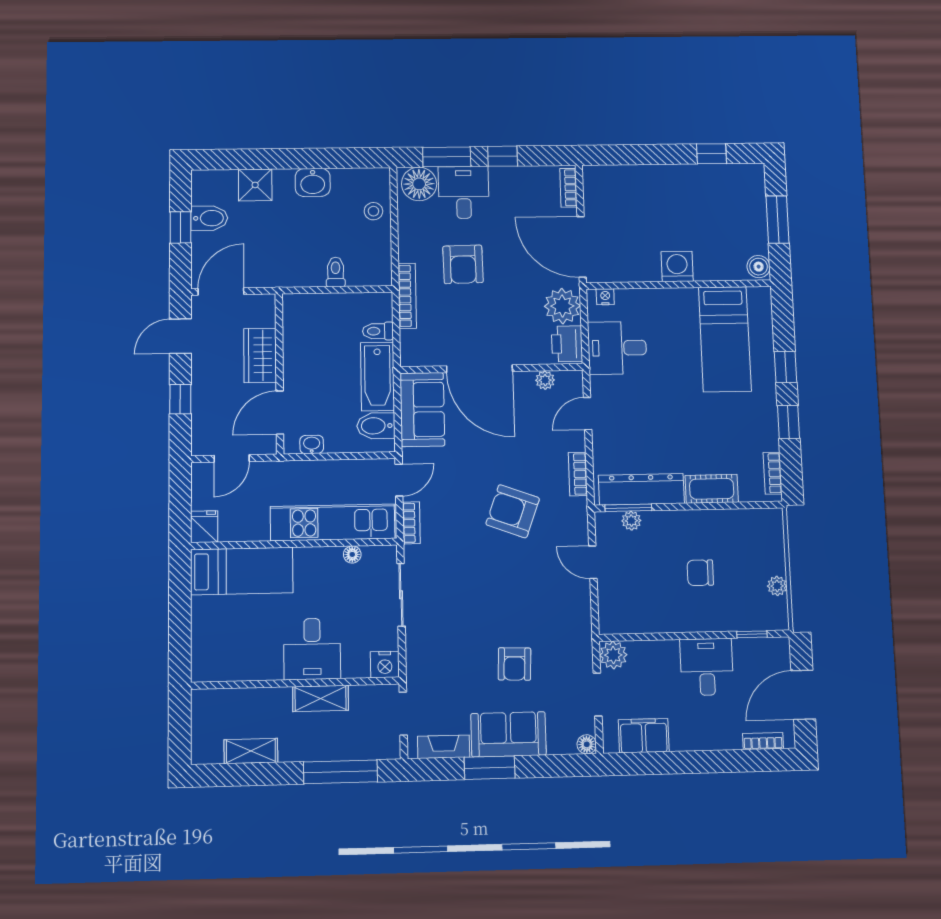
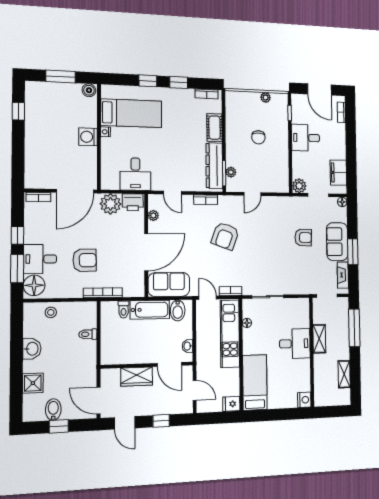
nightstand: (605, 297) -> (105, 132), moved
nightstand: (385, 665) -> (304, 400), moved

